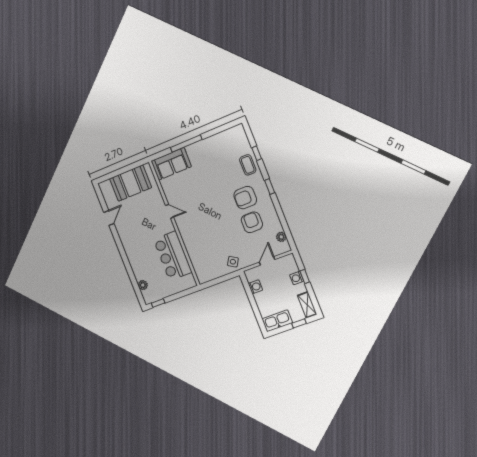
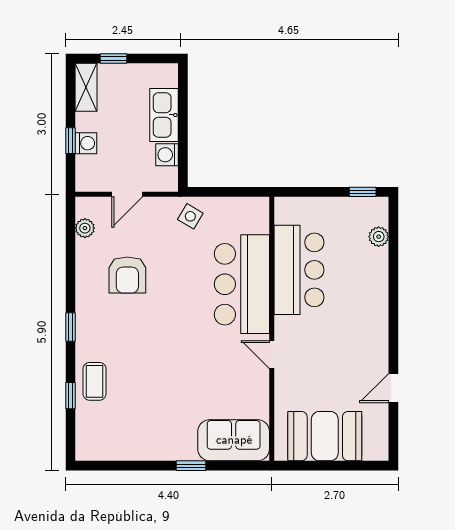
window: (186, 143) -> (191, 466), width x0.46
armchair: (245, 198) -> (122, 324), removed
bar counter: (196, 239) -> (242, 284), added
kitchen sink: (277, 321) -> (164, 115), moved, turned 90

